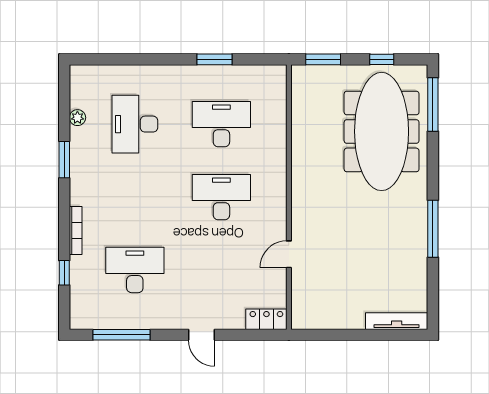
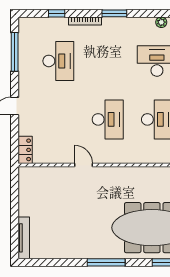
window: (64, 160) -> (114, 13), moved
window: (433, 229) -> (106, 262), moved
door: (289, 254) -> (84, 165), moved

